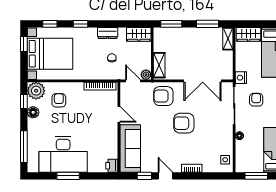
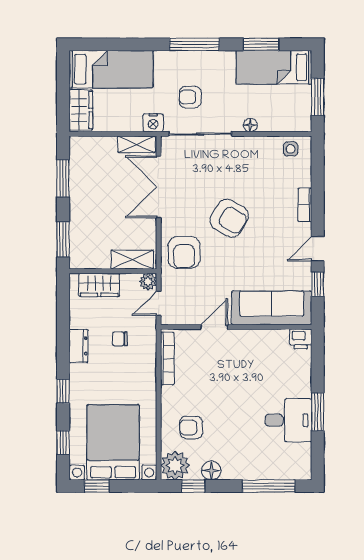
wardrobe: (139, 34) -> (99, 285), moved, turned 90
shelving: (228, 39) -> (137, 144), moved
double door: (203, 81) -> (159, 187), swing flipped
armchair: (184, 123) -> (229, 218), turned -60
desk: (63, 154) -> (288, 420), width x0.53, depth x0.77

